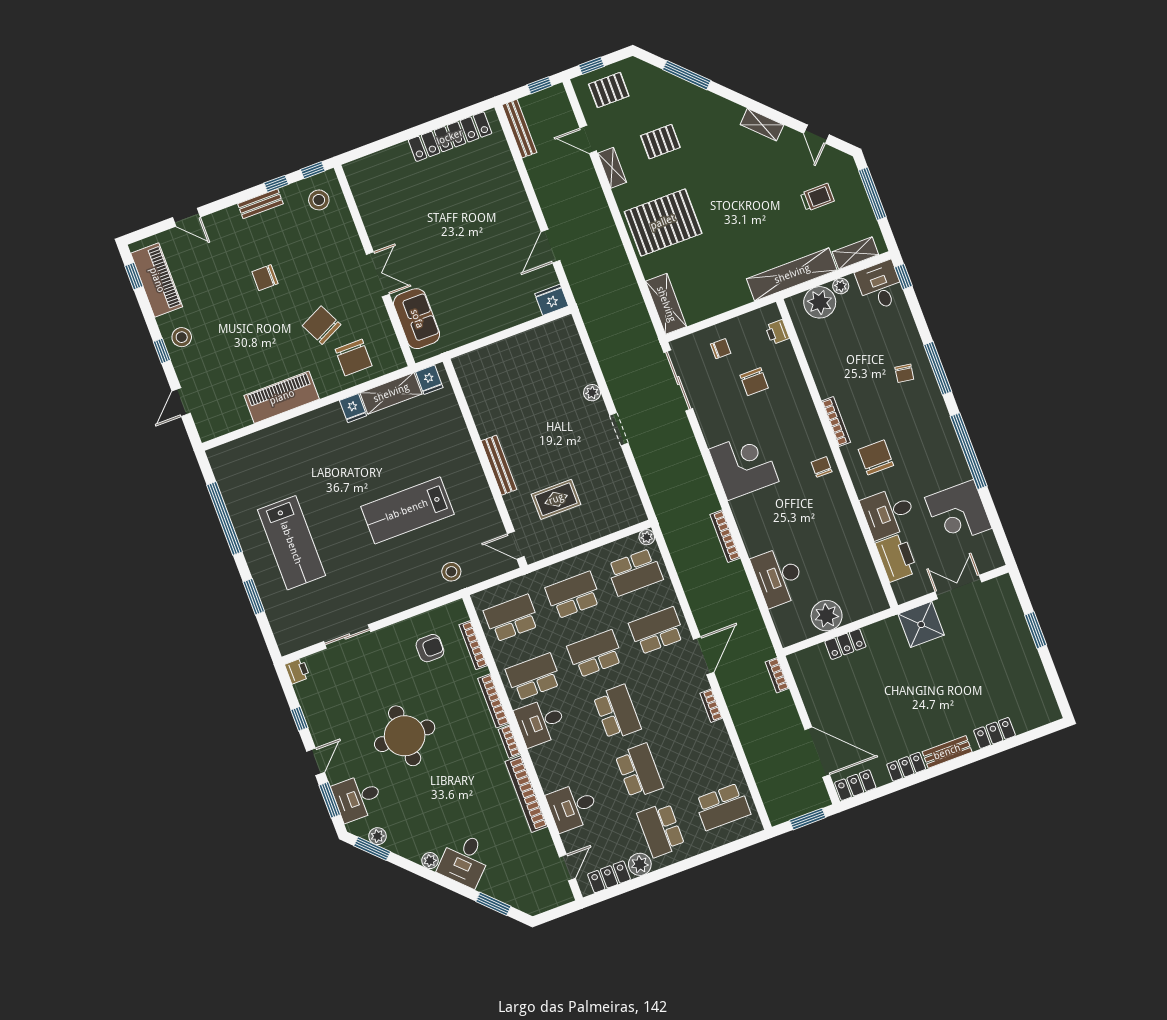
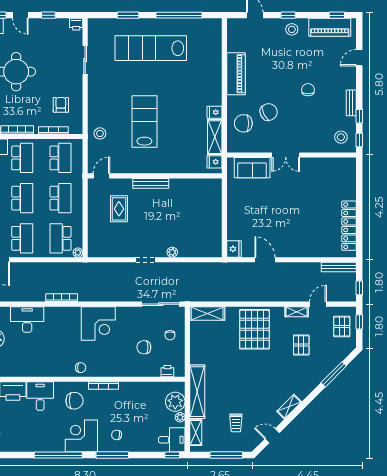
corner desk: (958, 513) -> (81, 436), moved
lab bench: (291, 543) -> (151, 48), width x1.36
armchair: (430, 648) -> (61, 105), turned 180

